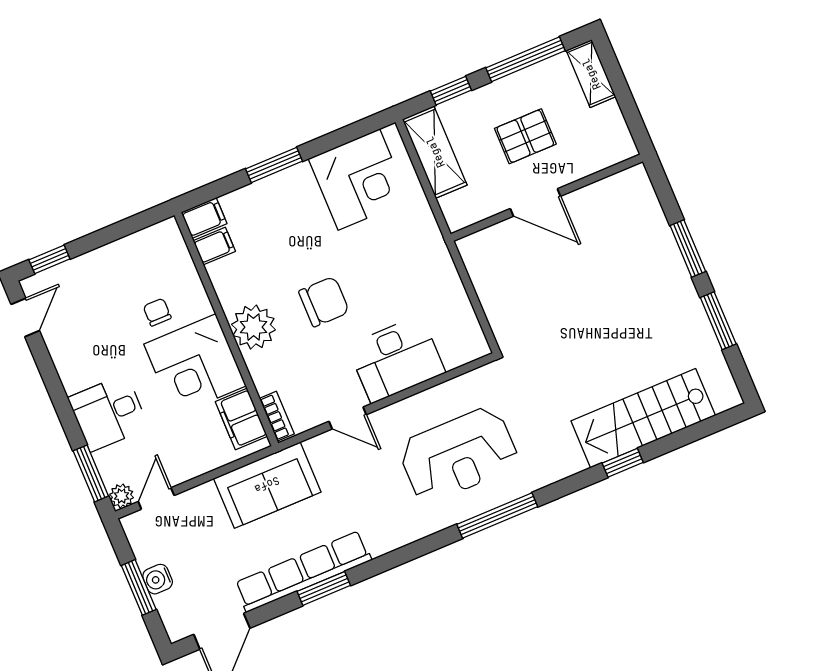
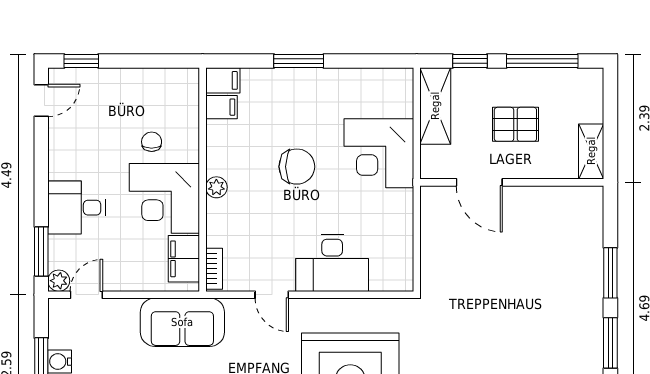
shelving: (591, 74) -> (591, 151), moved
corner desk: (359, 180) -> (379, 153), moved, turned 90
door: (535, 202) -> (479, 182), moved
chair: (324, 302) -> (297, 167), moved
plant: (253, 327) -> (216, 187), width x0.53, depth x0.53

